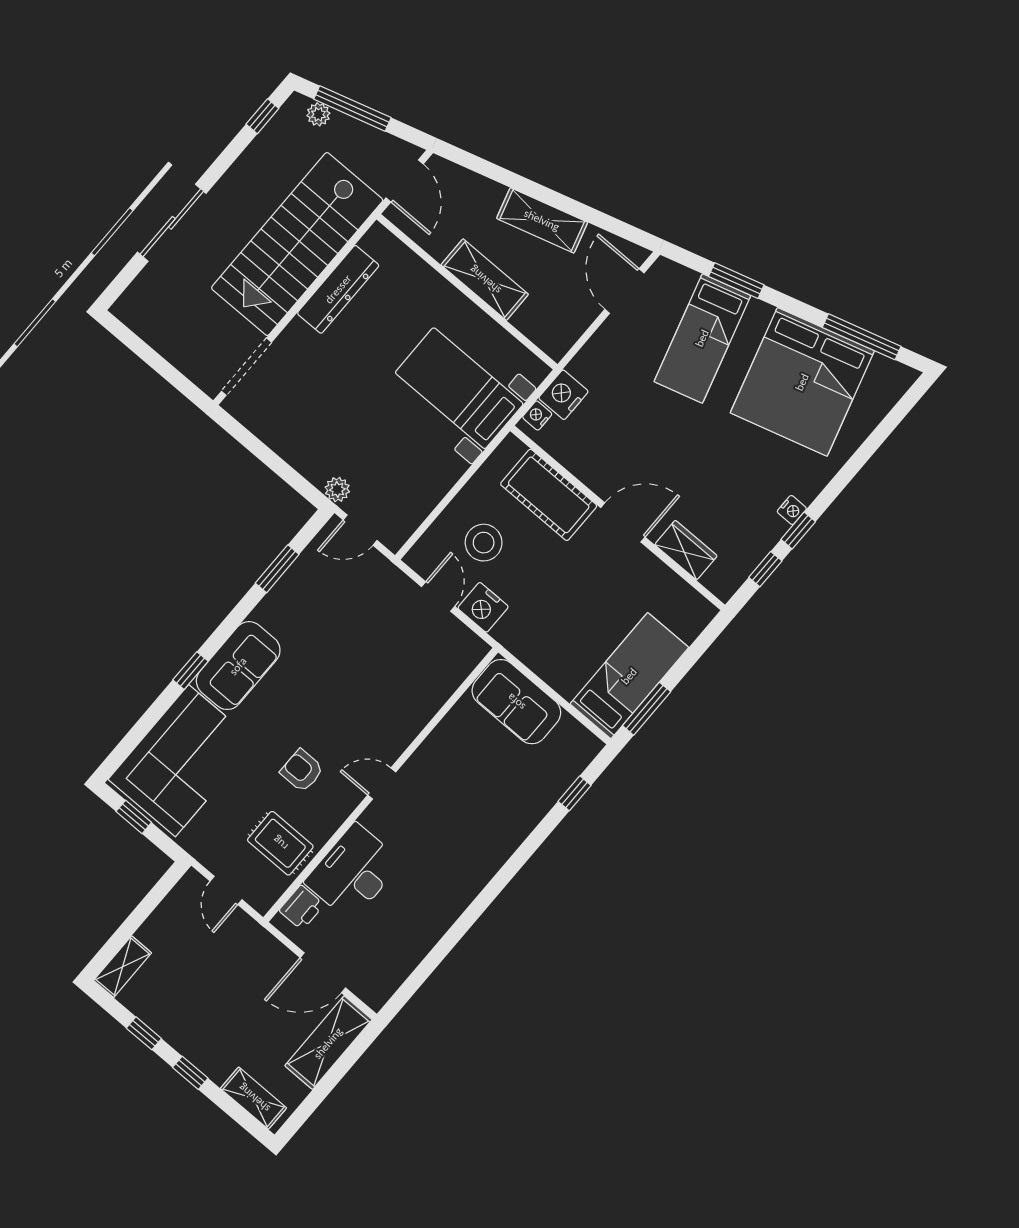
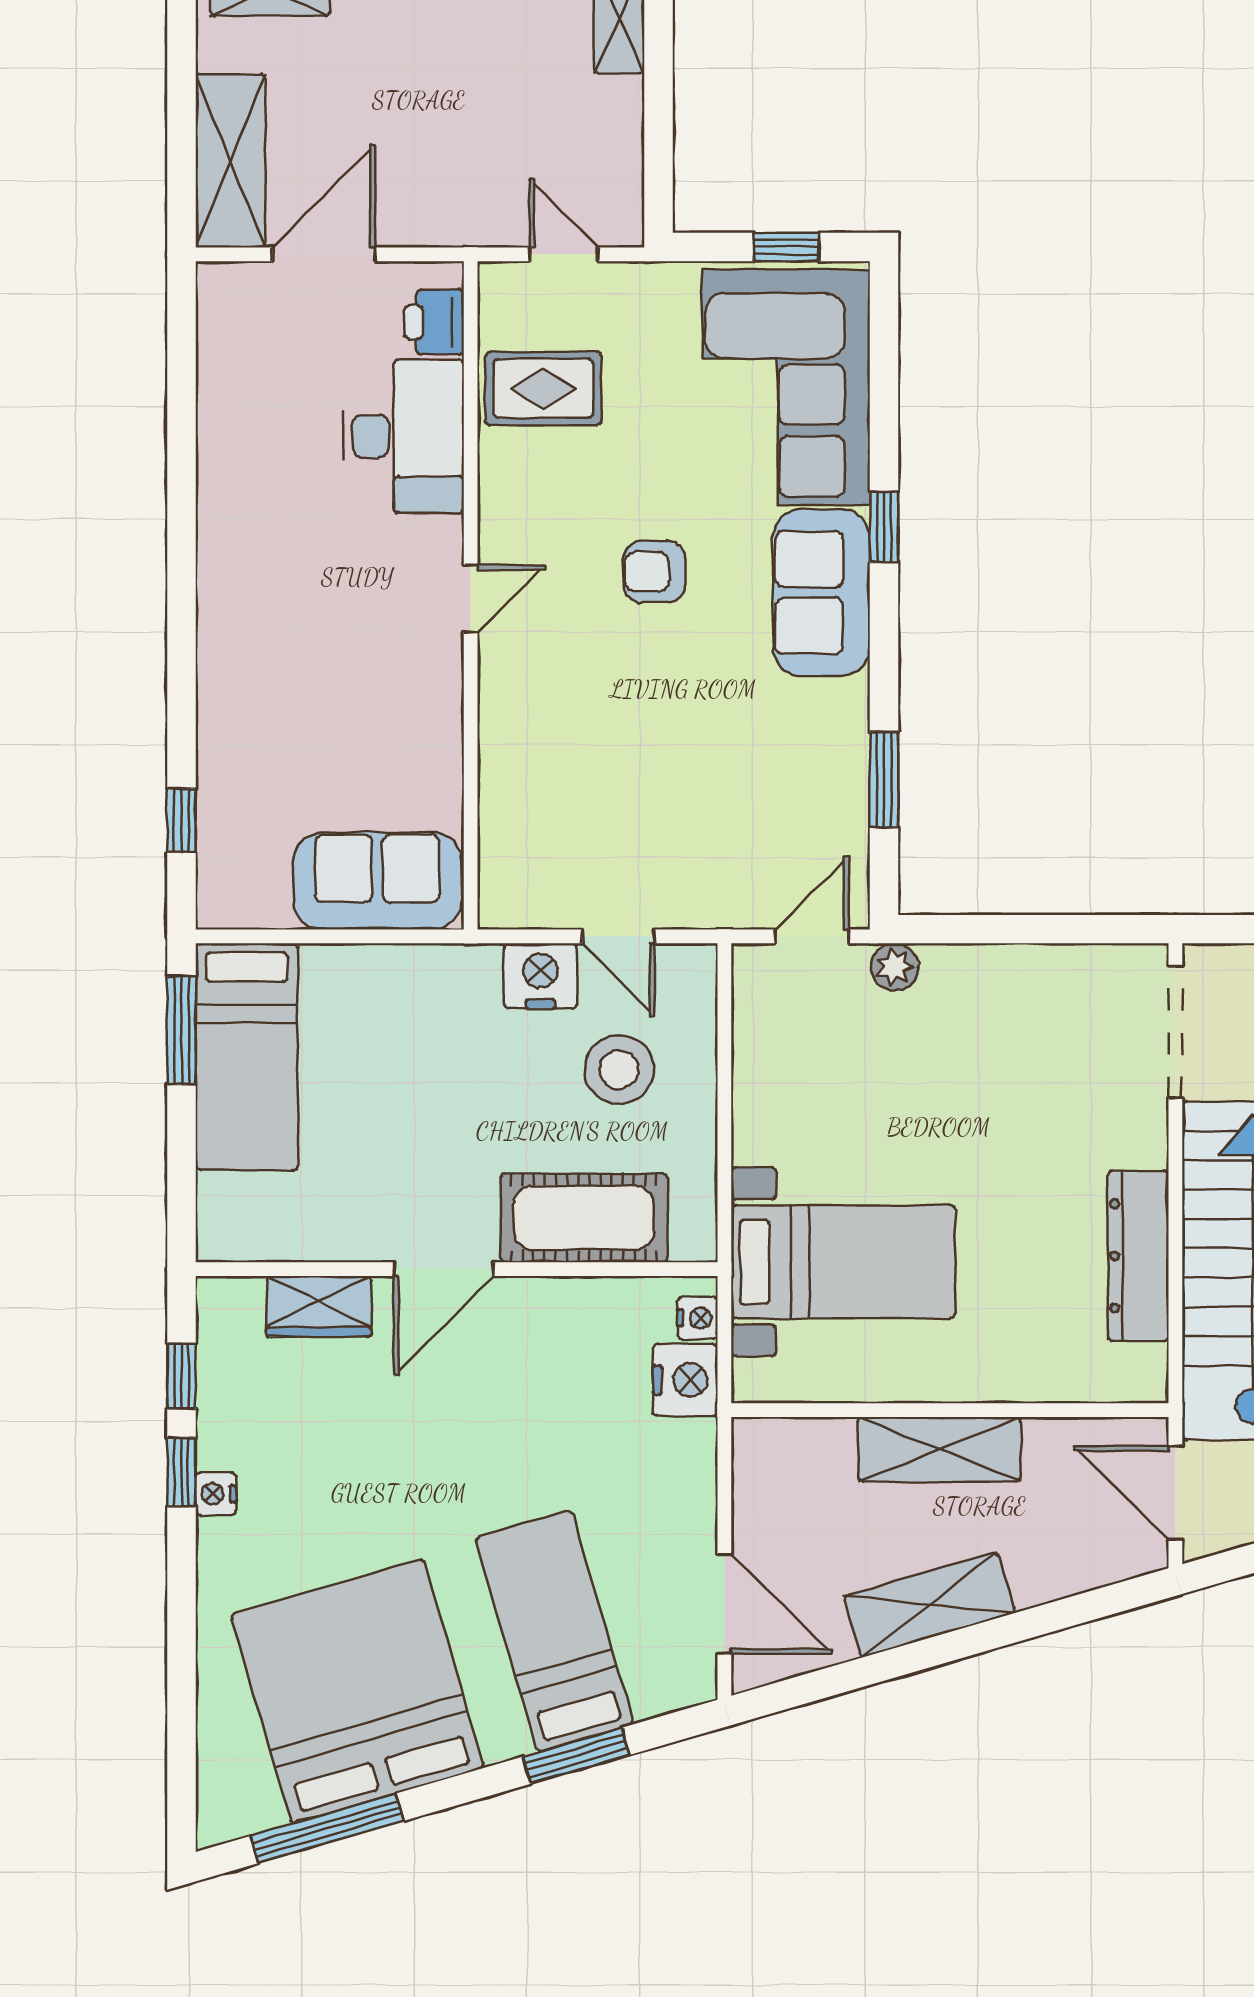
armchair: (302, 771) -> (654, 572), moved, turned 180

